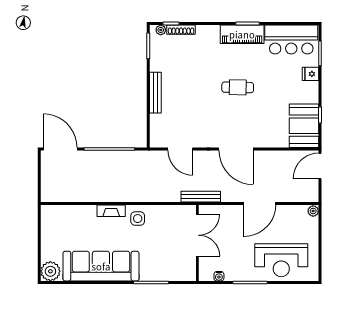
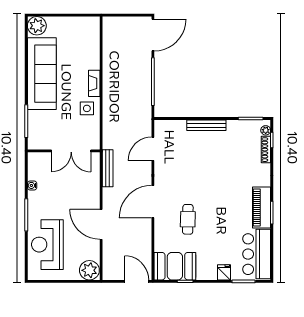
cafe table: (238, 87) -> (188, 219), moved
plant: (313, 211) -> (89, 270), width x1.87, depth x1.87
double door: (197, 235) -> (71, 151), moved
wall: (197, 243) -> (64, 151), moved

